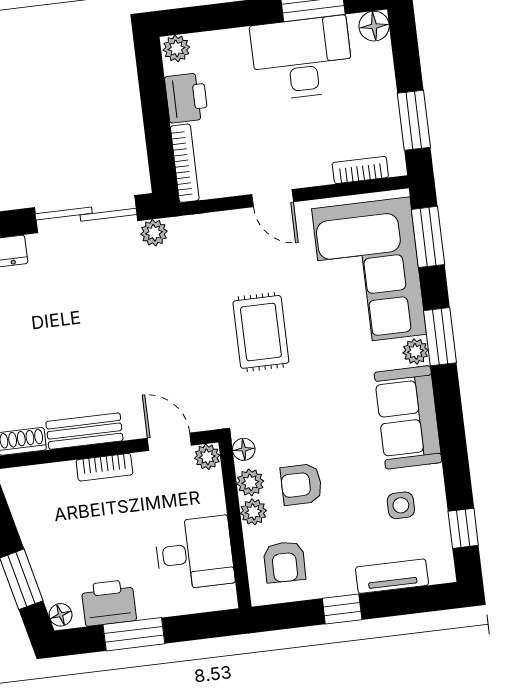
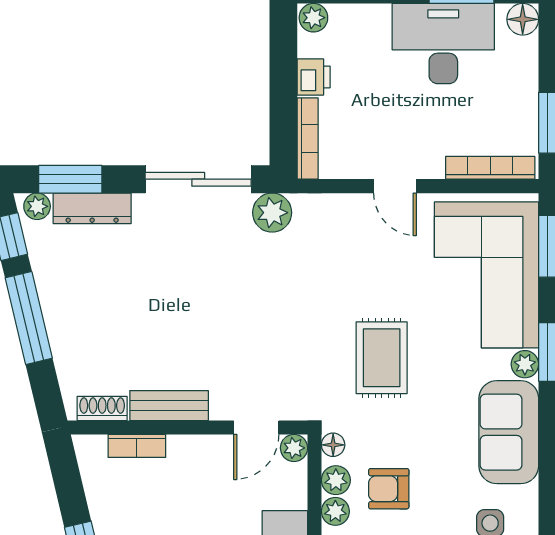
printer: (186, 98) -> (314, 77), width x0.73, depth x0.81
bookcase: (360, 170) -> (490, 168), width x1.56
plant: (154, 233) -> (272, 213), width x1.38, depth x1.38
rug: (261, 332) -> (382, 358), moved
door: (169, 442) -> (256, 427), swing flipped
bookcase: (104, 467) -> (137, 446), moved

